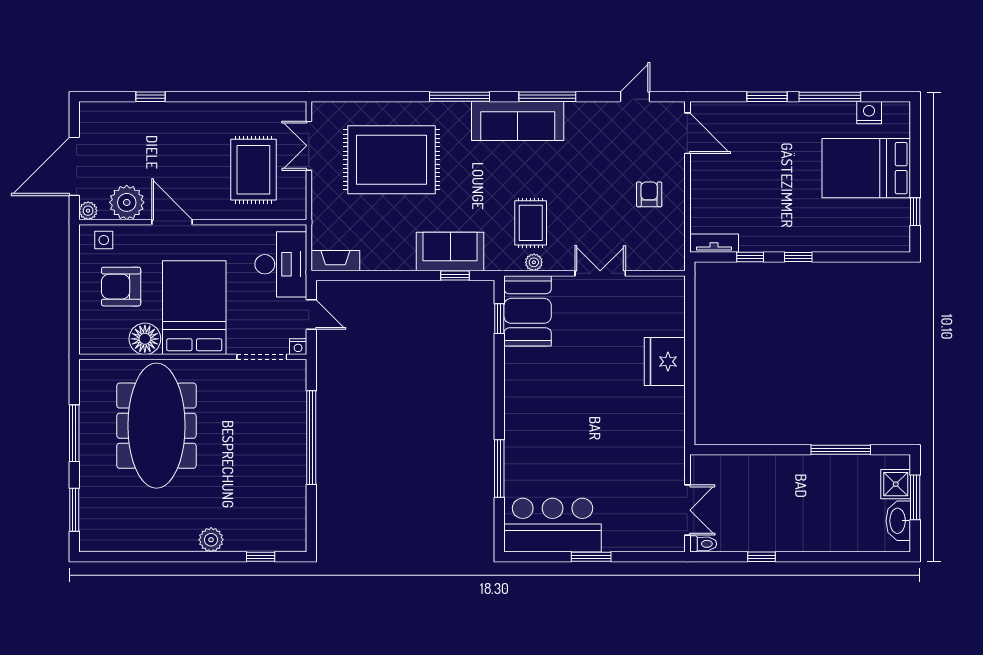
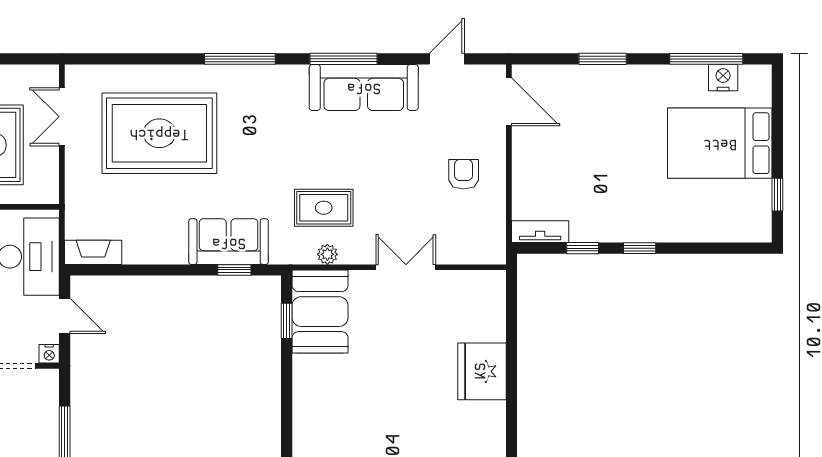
window: (830, 97) -> (706, 59), moved
sofa: (518, 121) -> (364, 87), moved
rug: (531, 223) -> (324, 208), turned 90

